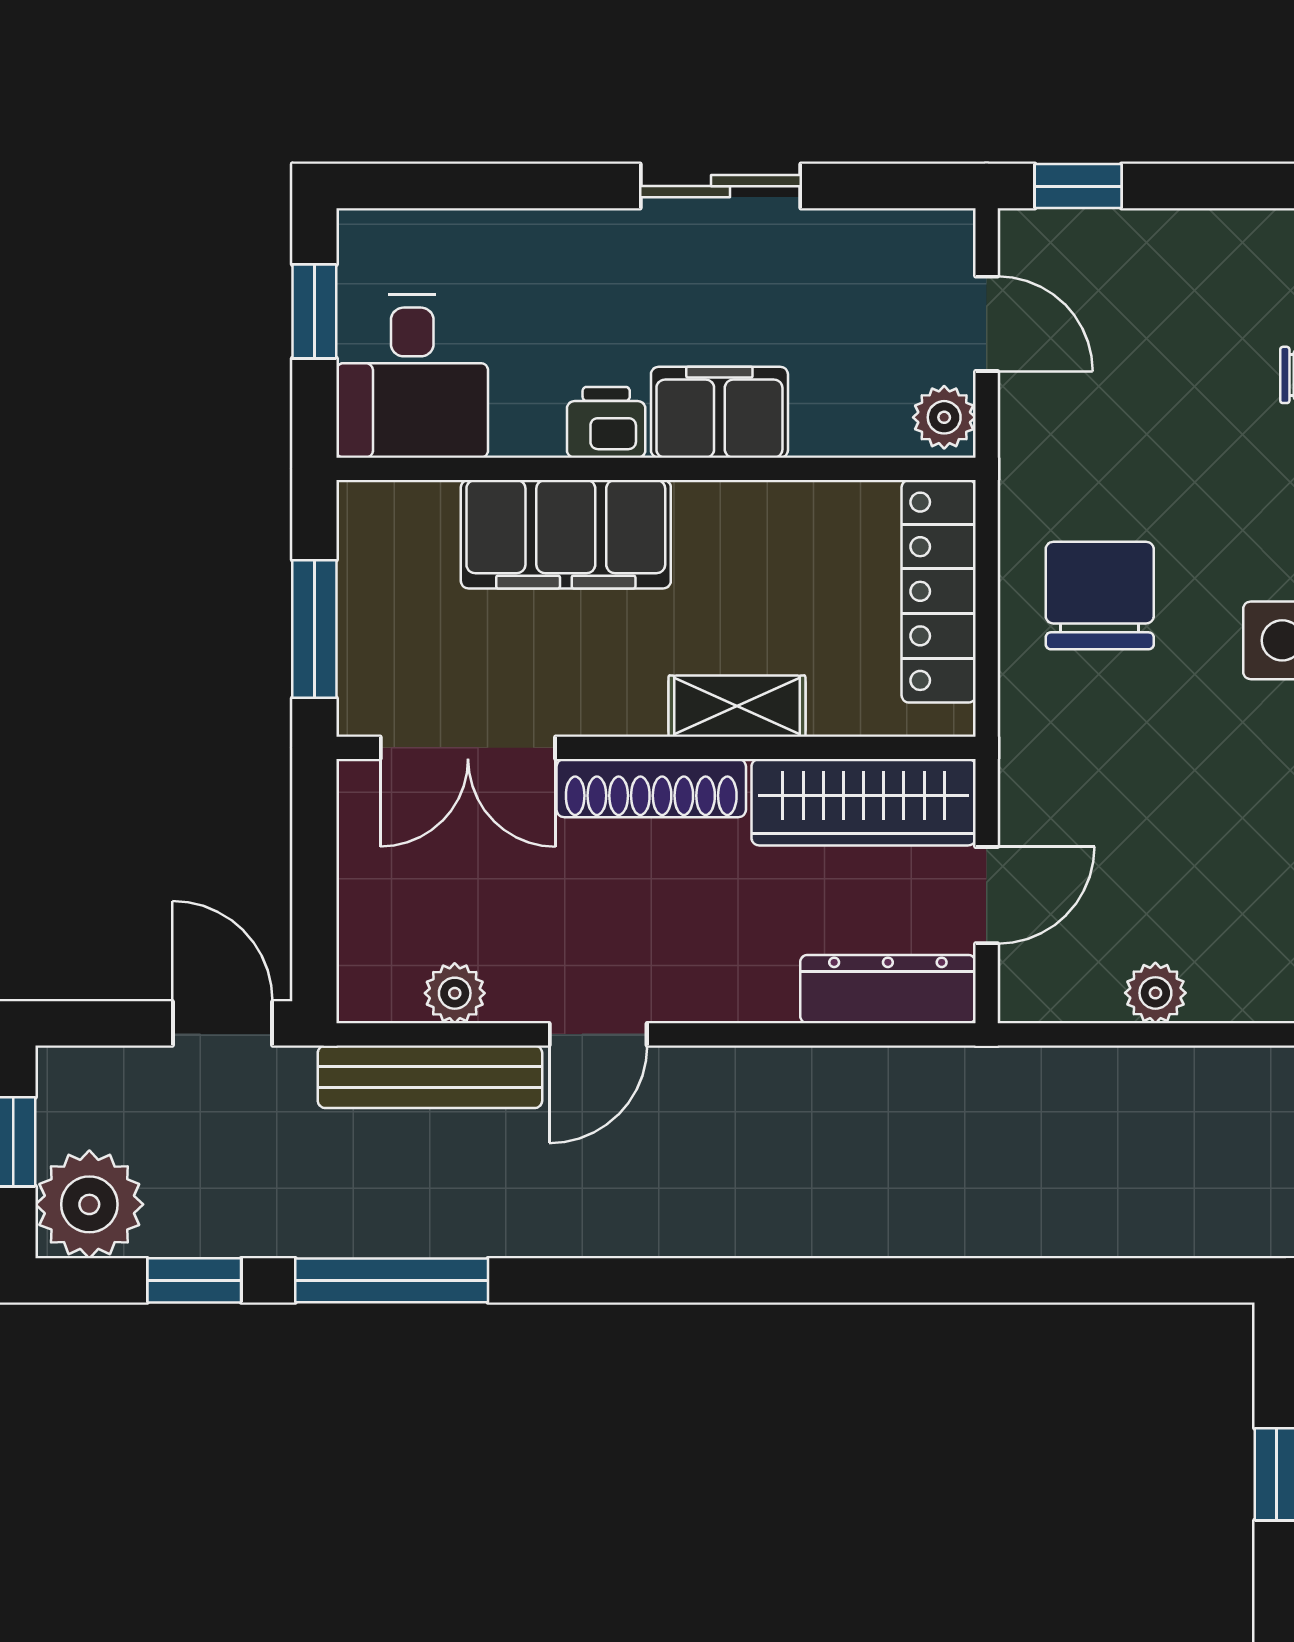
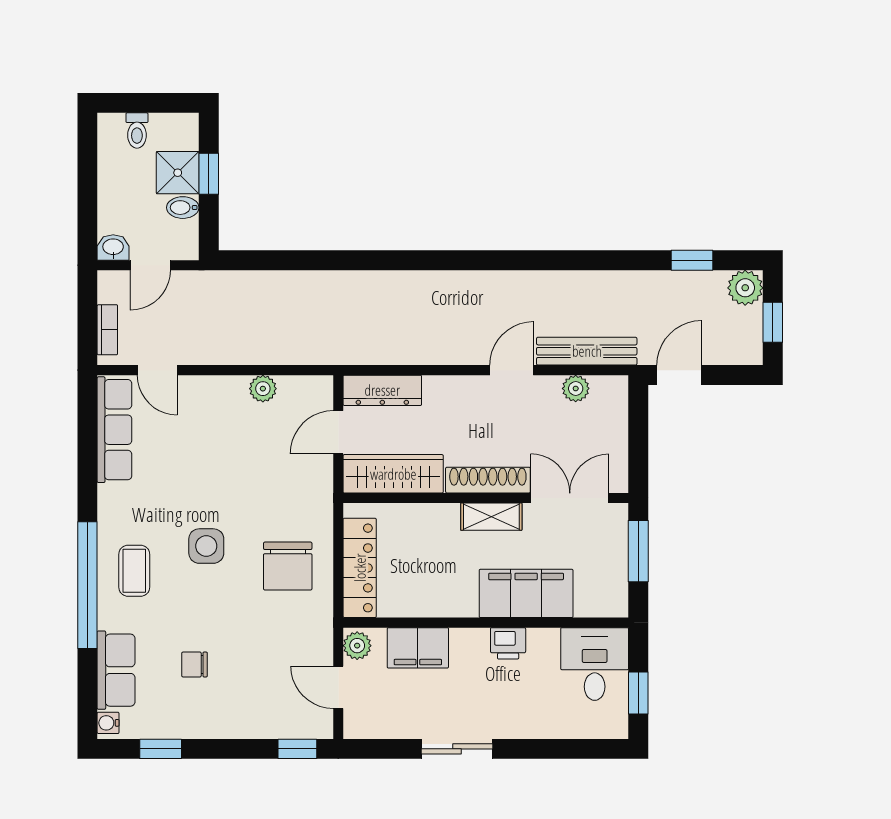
filing cabinet: (719, 412) -> (418, 648), moved
shelving: (737, 706) -> (491, 517), moved
door: (223, 1023) -> (679, 375), swing flipped
plant: (89, 1204) -> (745, 288), width x0.73, depth x0.73
window: (392, 1280) -> (604, 260), removed

